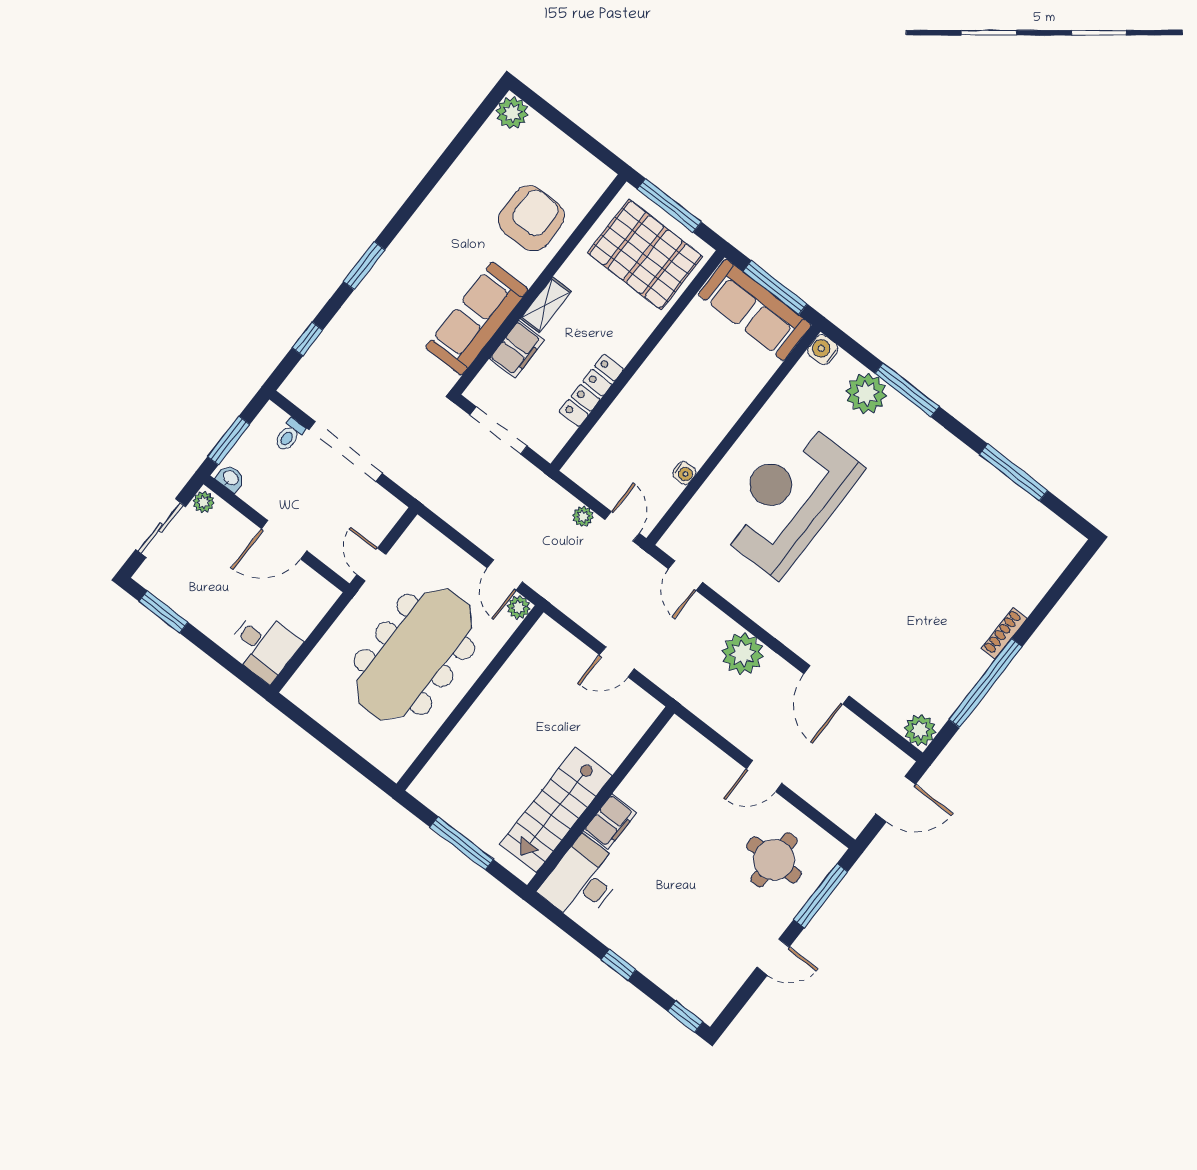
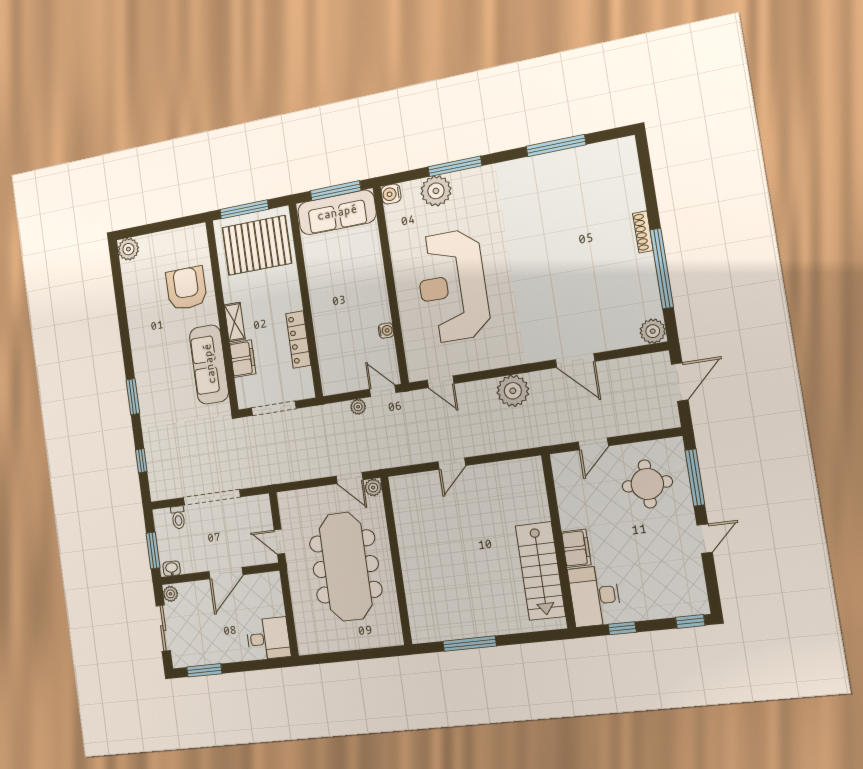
wall: (601, 799) -> (559, 541), moved
stairs: (556, 810) -> (540, 571), moved
filing cabinet: (610, 822) -> (576, 548), moved
desk: (582, 880) -> (595, 596), moved

